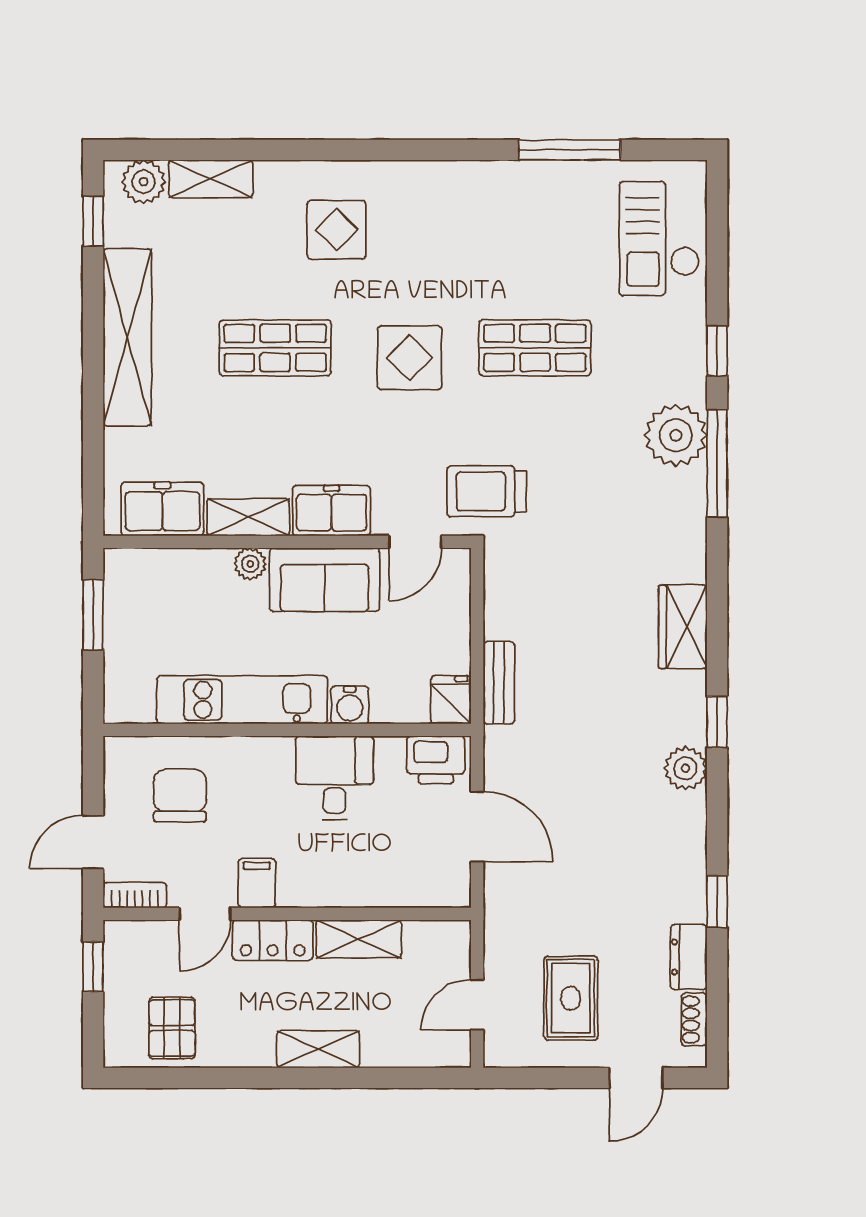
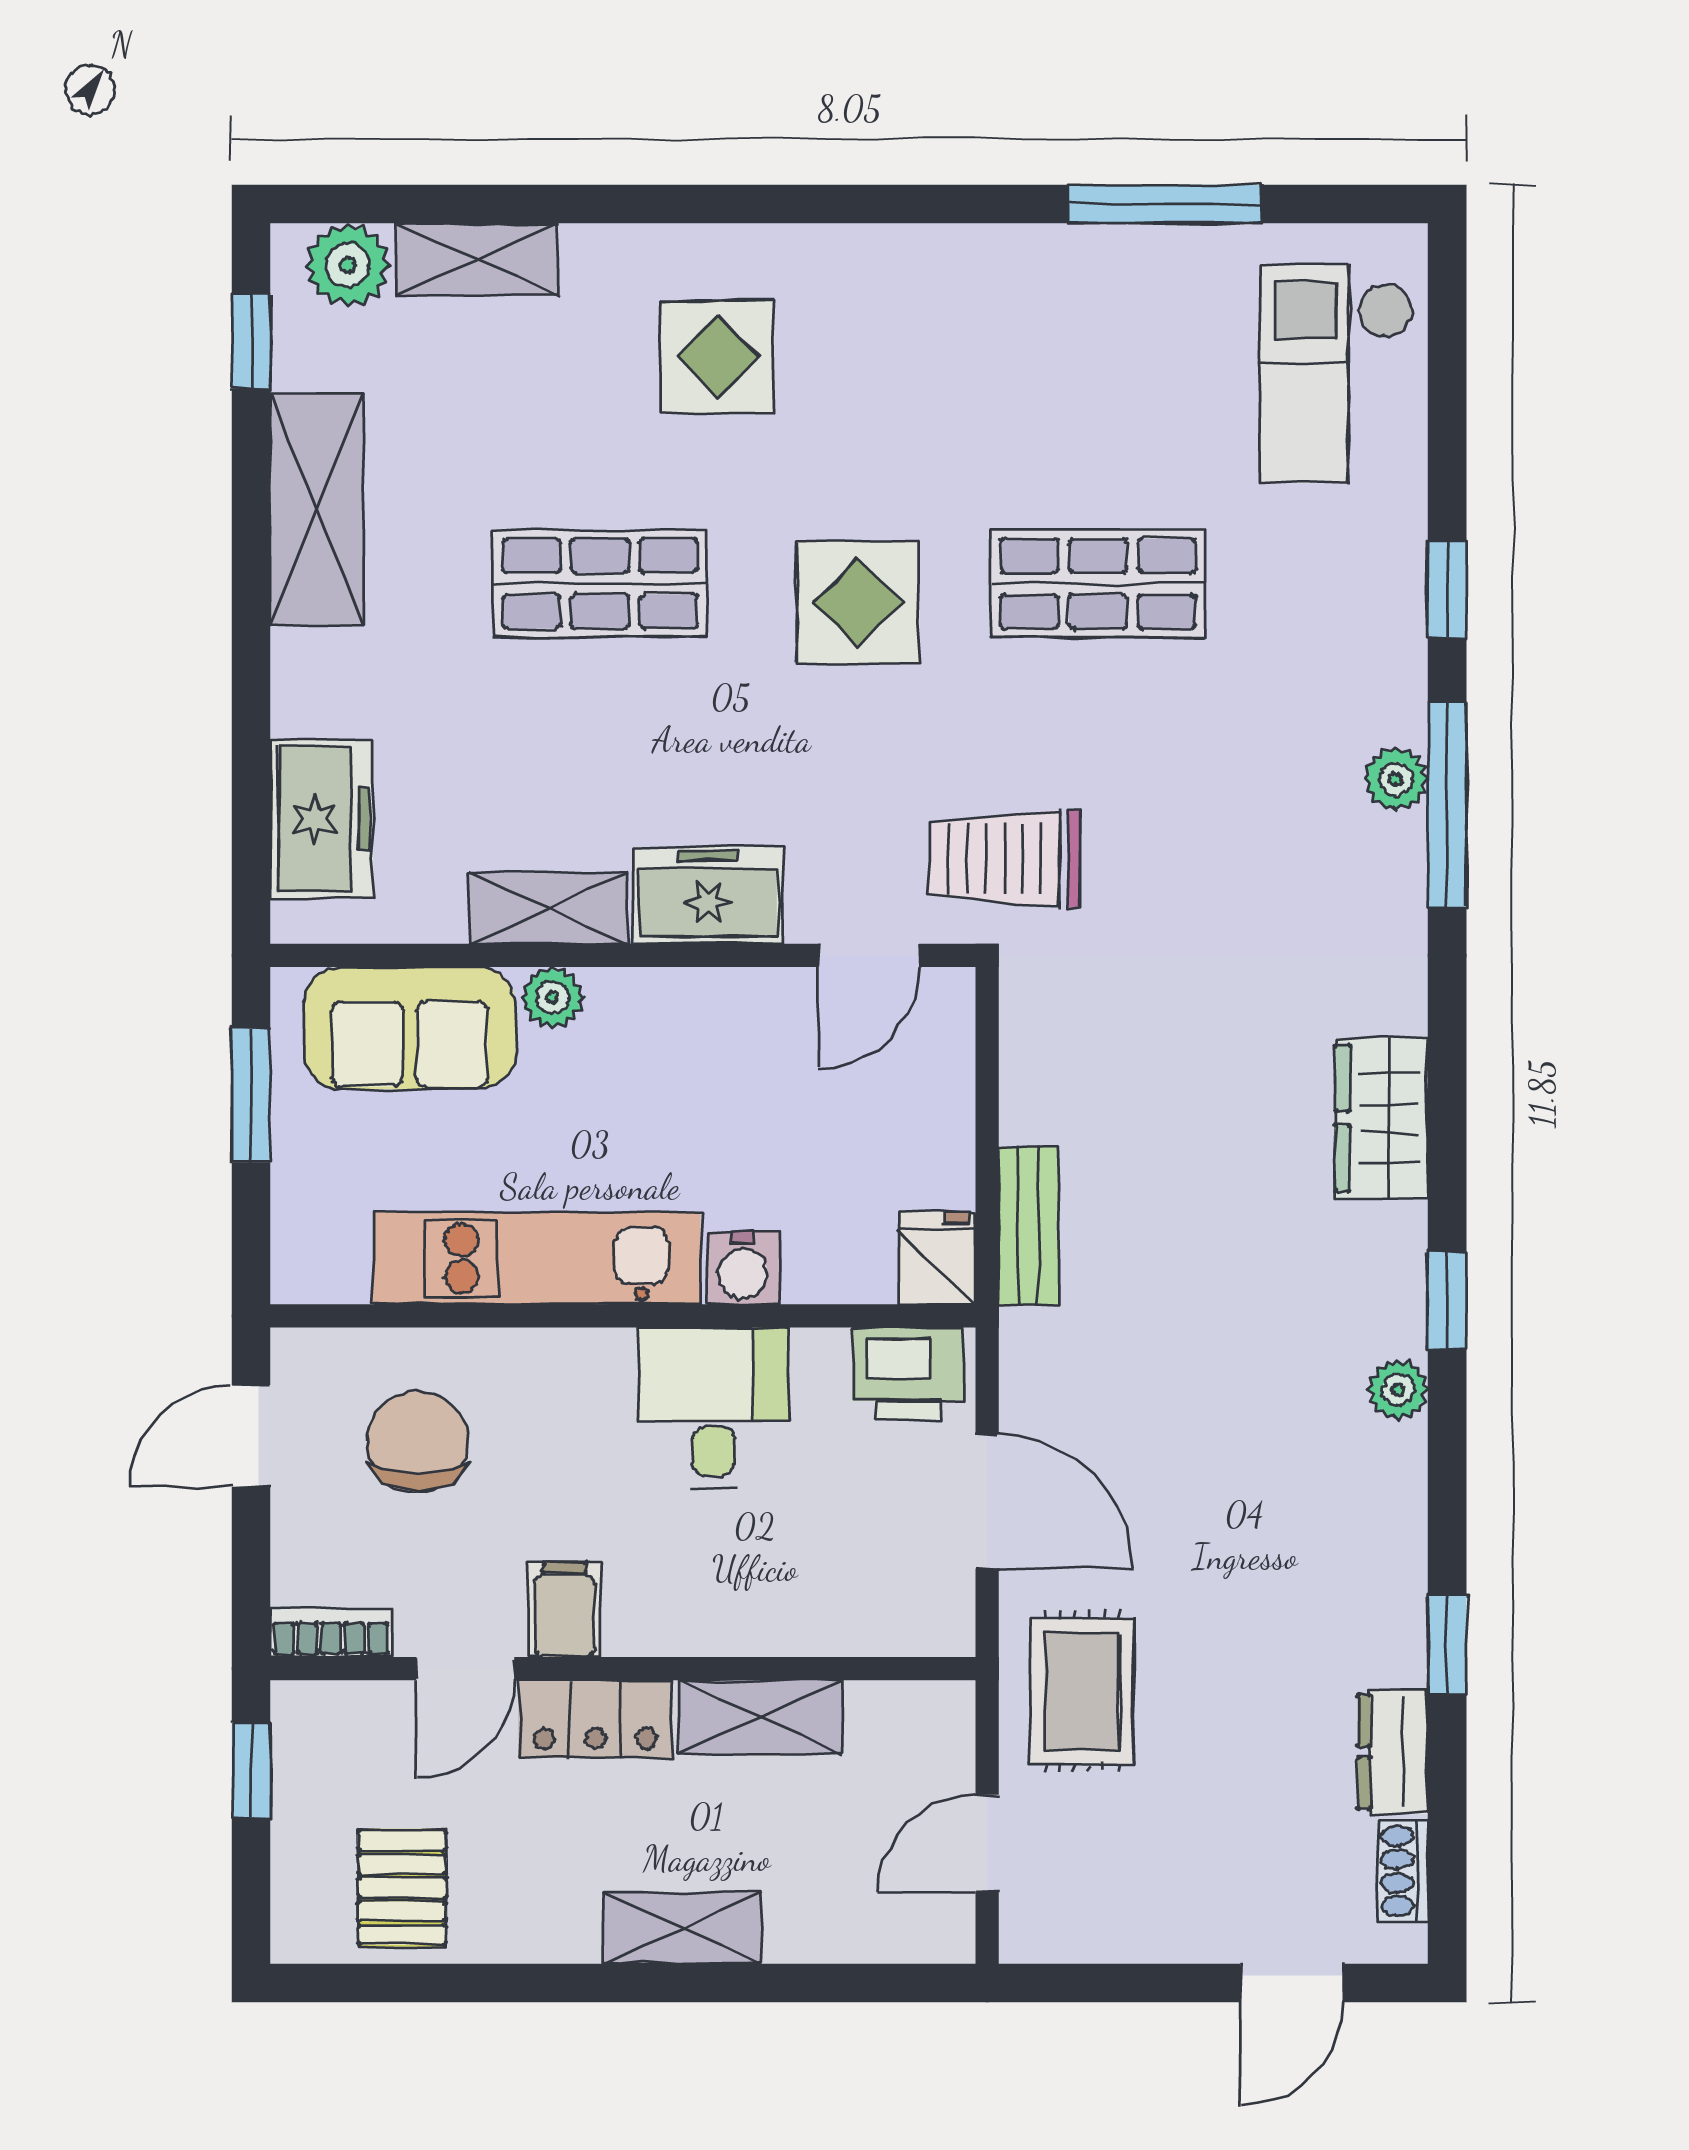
shelving: (127, 337) -> (317, 509), width x0.68
plant: (676, 435) -> (1396, 779), width x0.53, depth x0.53
freezer: (162, 509) -> (322, 819), moved, turned 90
sofa: (325, 580) -> (410, 1028), moved
plant: (686, 768) -> (1398, 1390), width x0.73, depth x0.73
door: (93, 842) -> (251, 1436), moved
rug: (571, 998) -> (1082, 1691), moved

